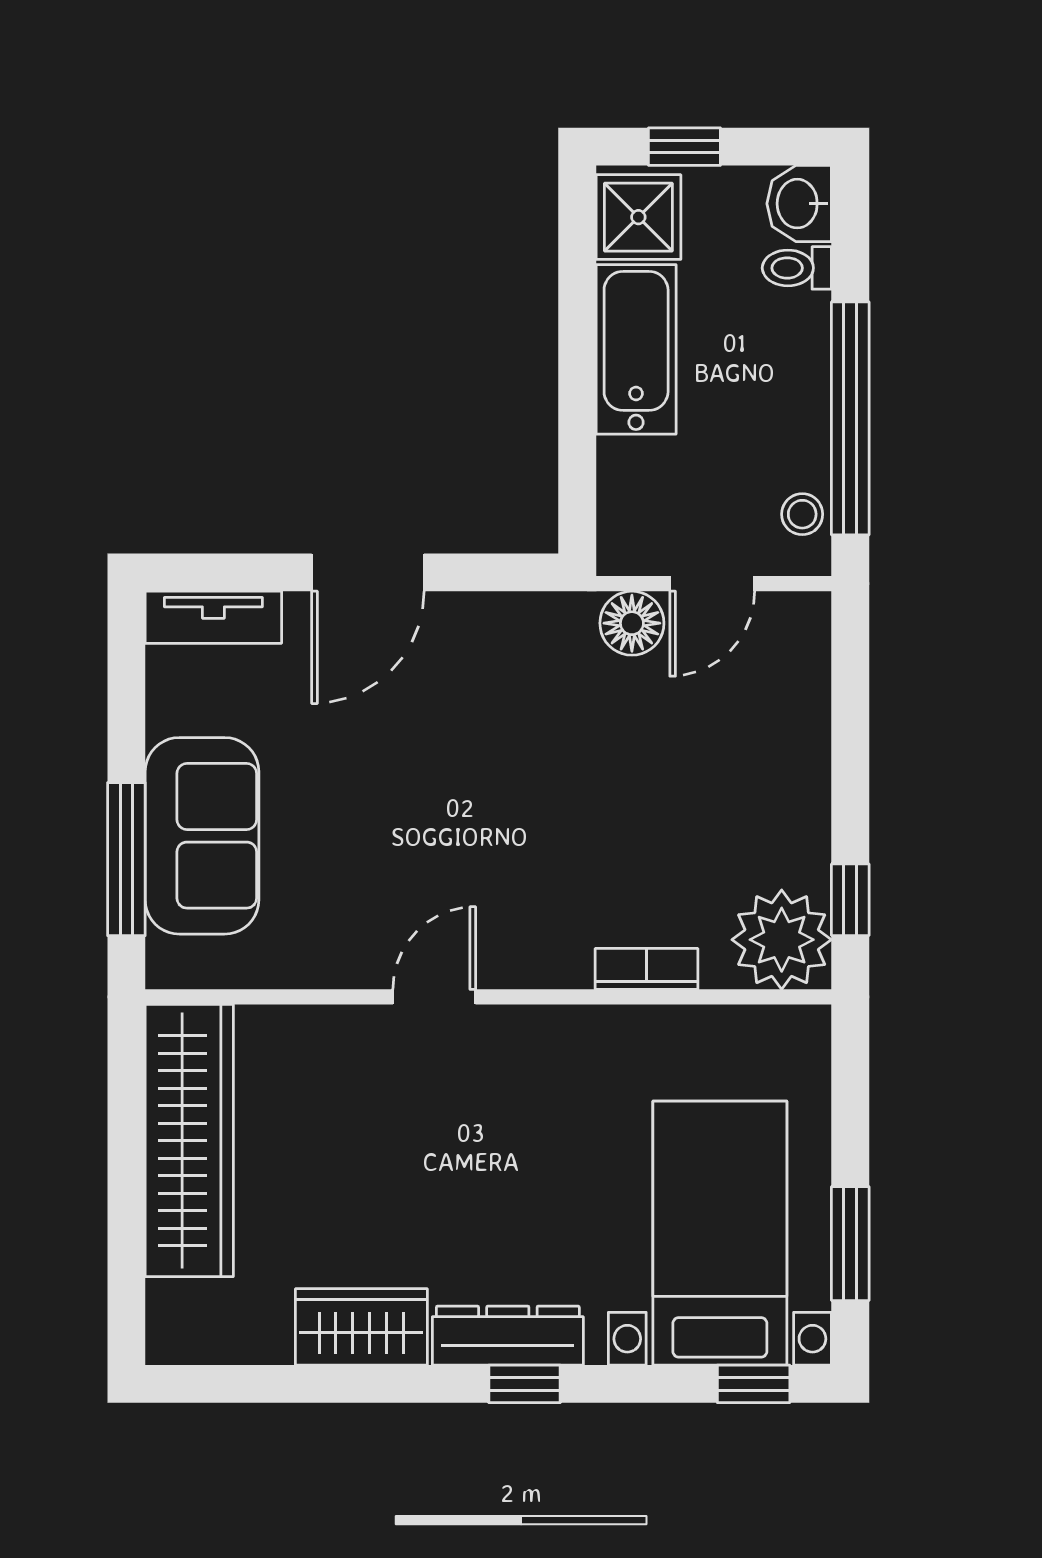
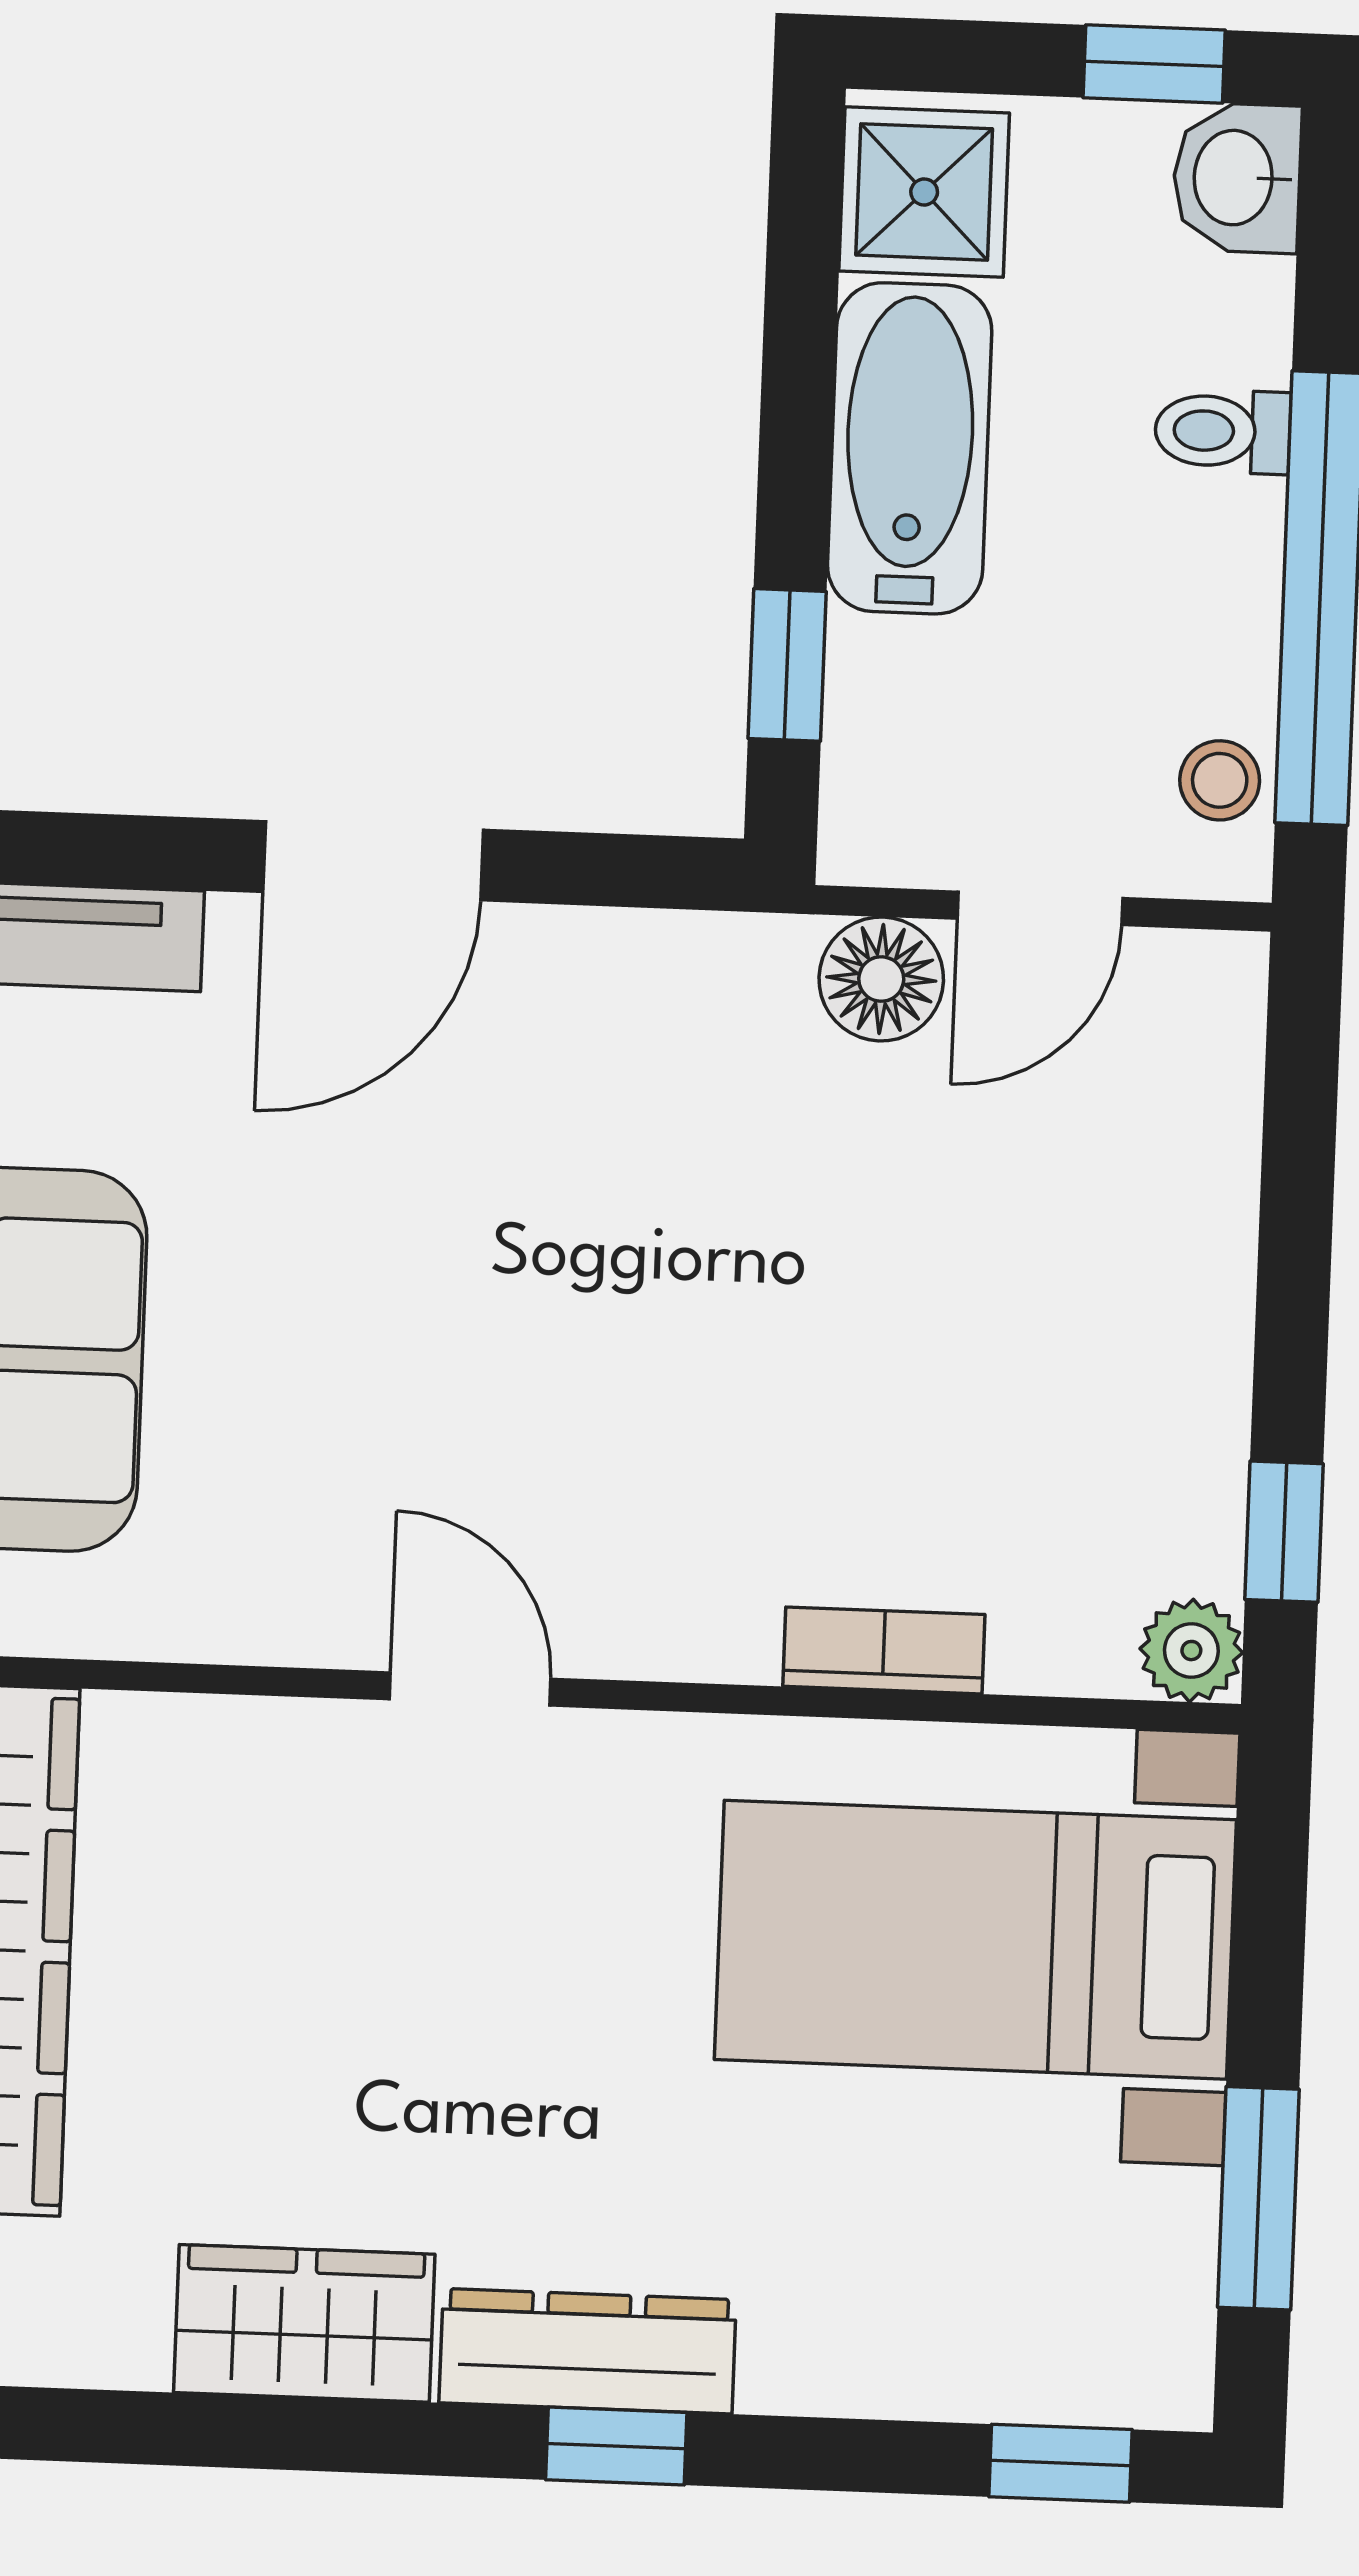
window: (684, 147) -> (1154, 64), moved
toilet: (797, 268) -> (1223, 431), moved
window: (577, 463) -> (787, 665), added
plant: (782, 940) -> (1191, 1651), width x0.53, depth x0.53
door: (434, 997) -> (470, 1689), hinge flipped
bed with nightstands: (720, 1233) -> (975, 1940), moved, turned -90

